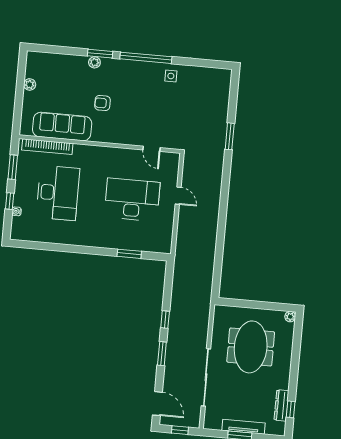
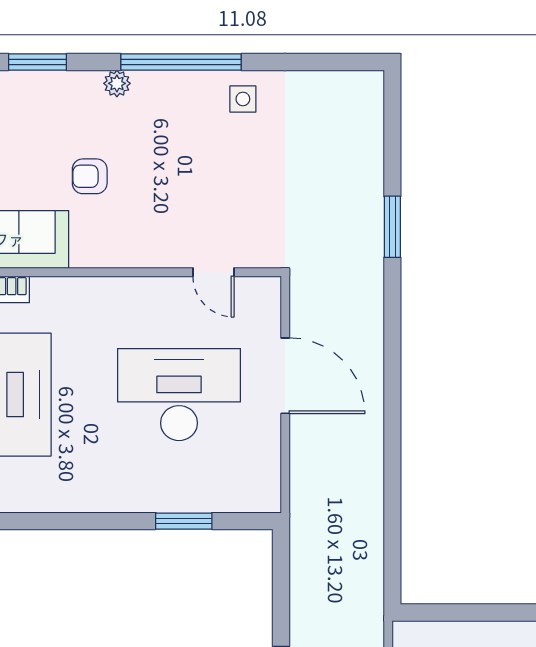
window: (100, 54) -> (37, 62), moved
plant: (94, 62) -> (117, 83), moved
door: (178, 196) -> (285, 376), width x1.88

